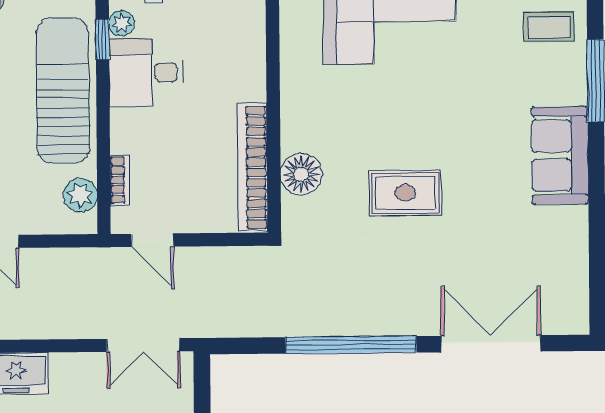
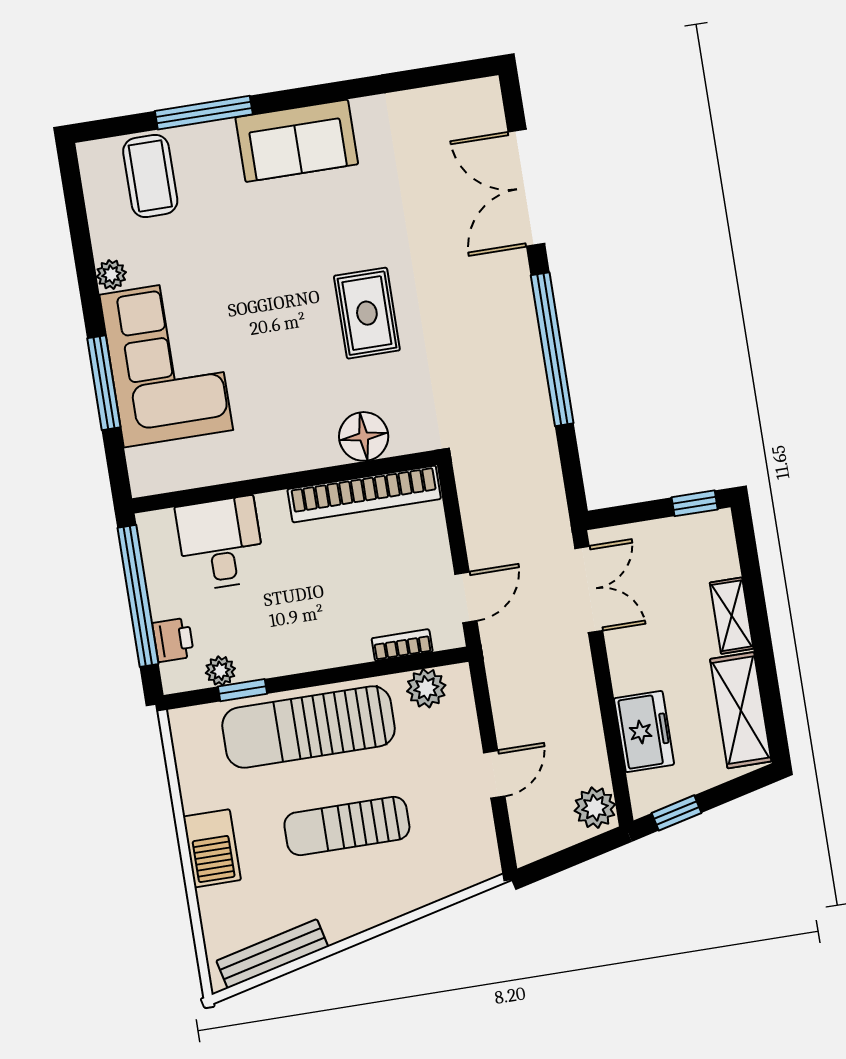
coffee table: (549, 27) -> (150, 176), width x1.36, depth x1.30
desk: (146, 72) -> (220, 543), moved, turned 180

